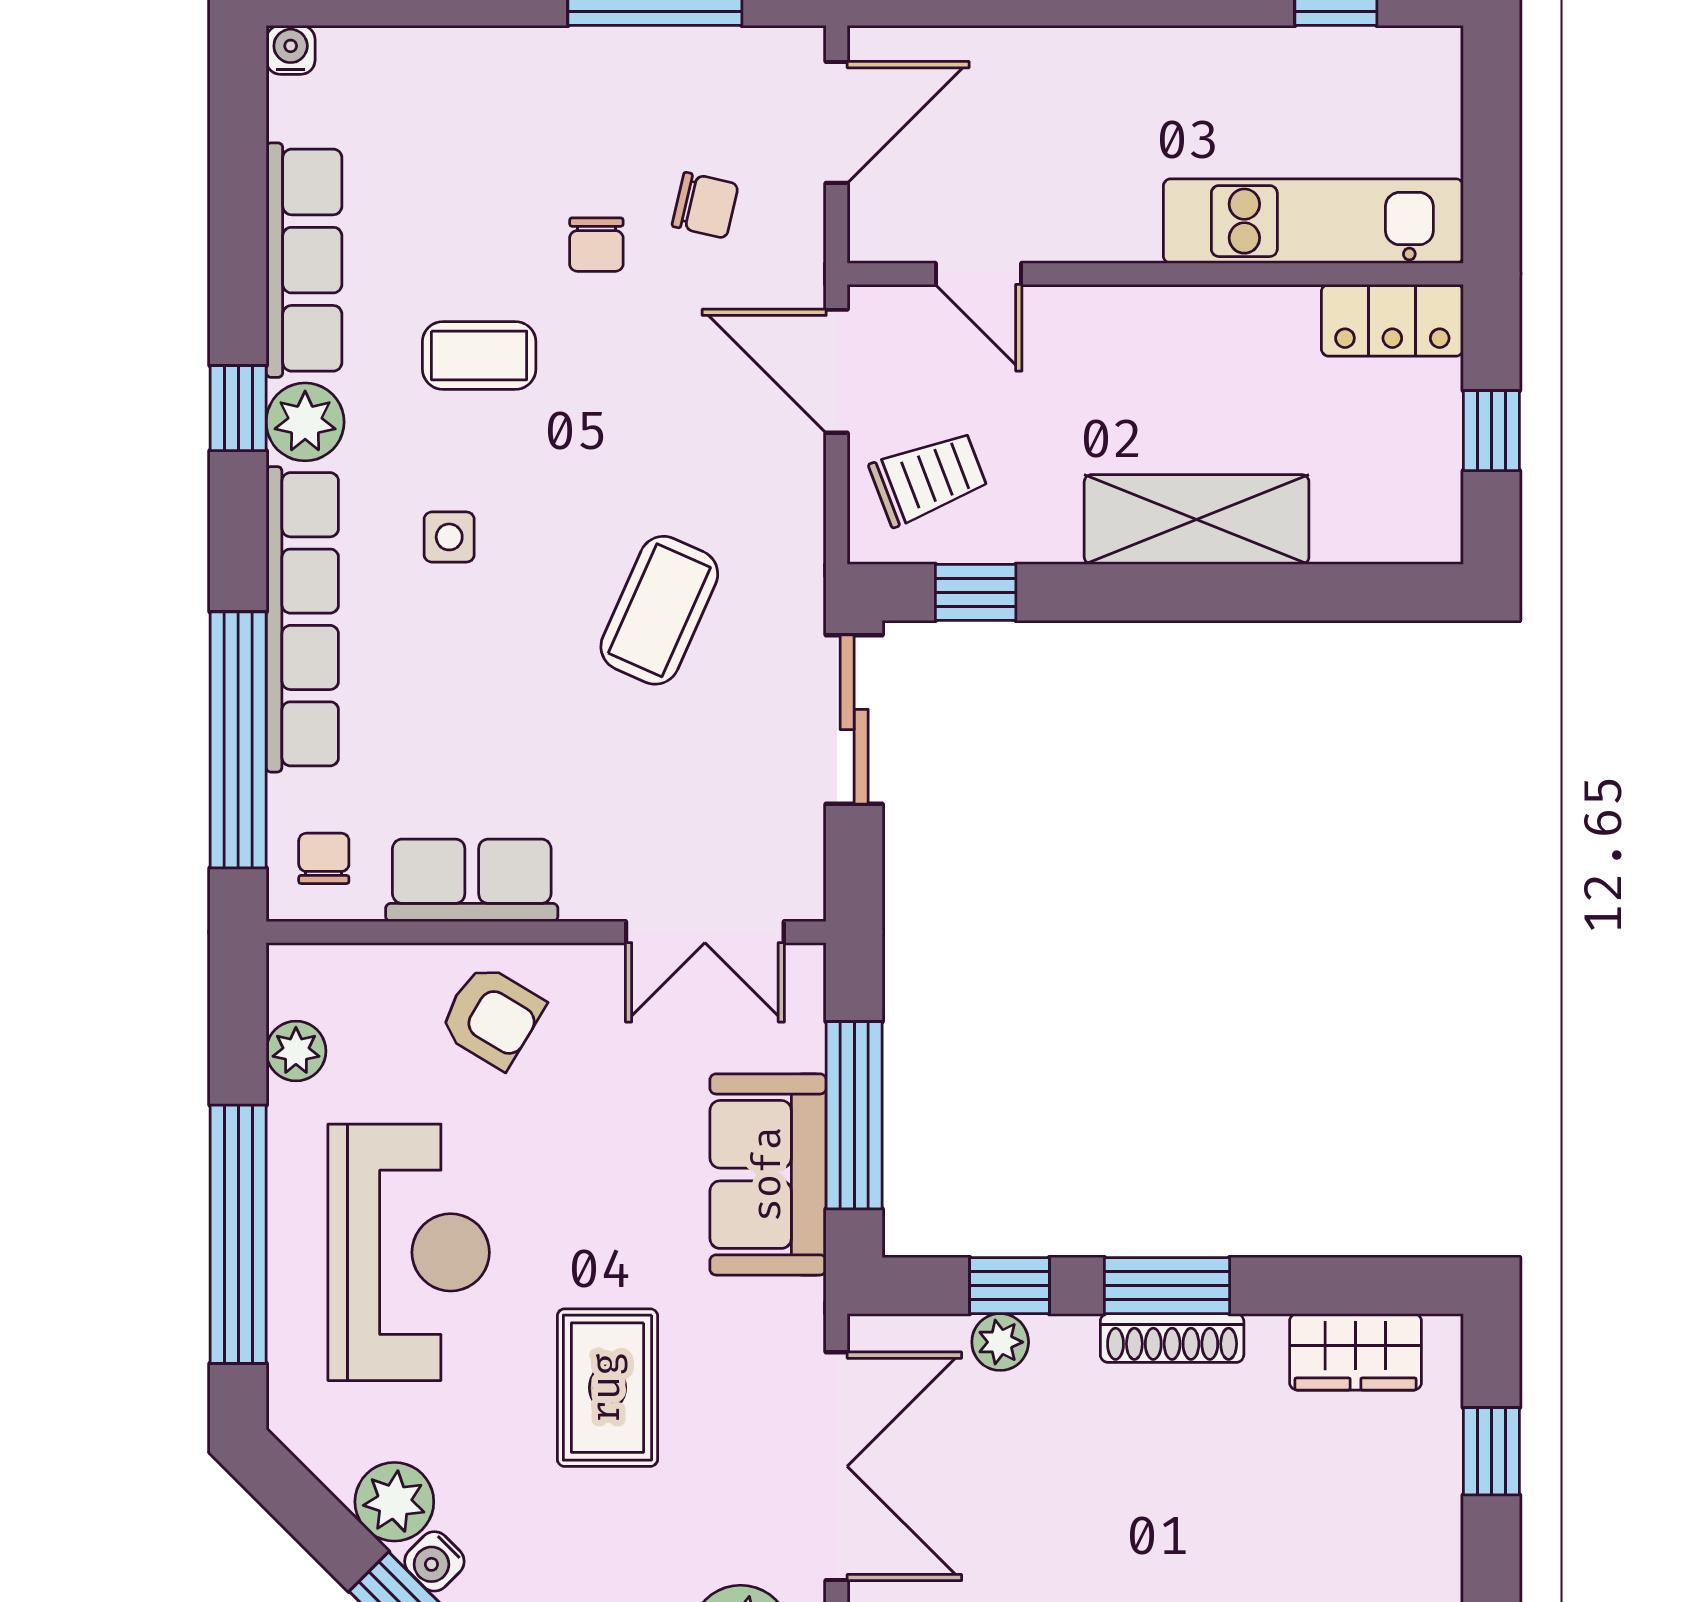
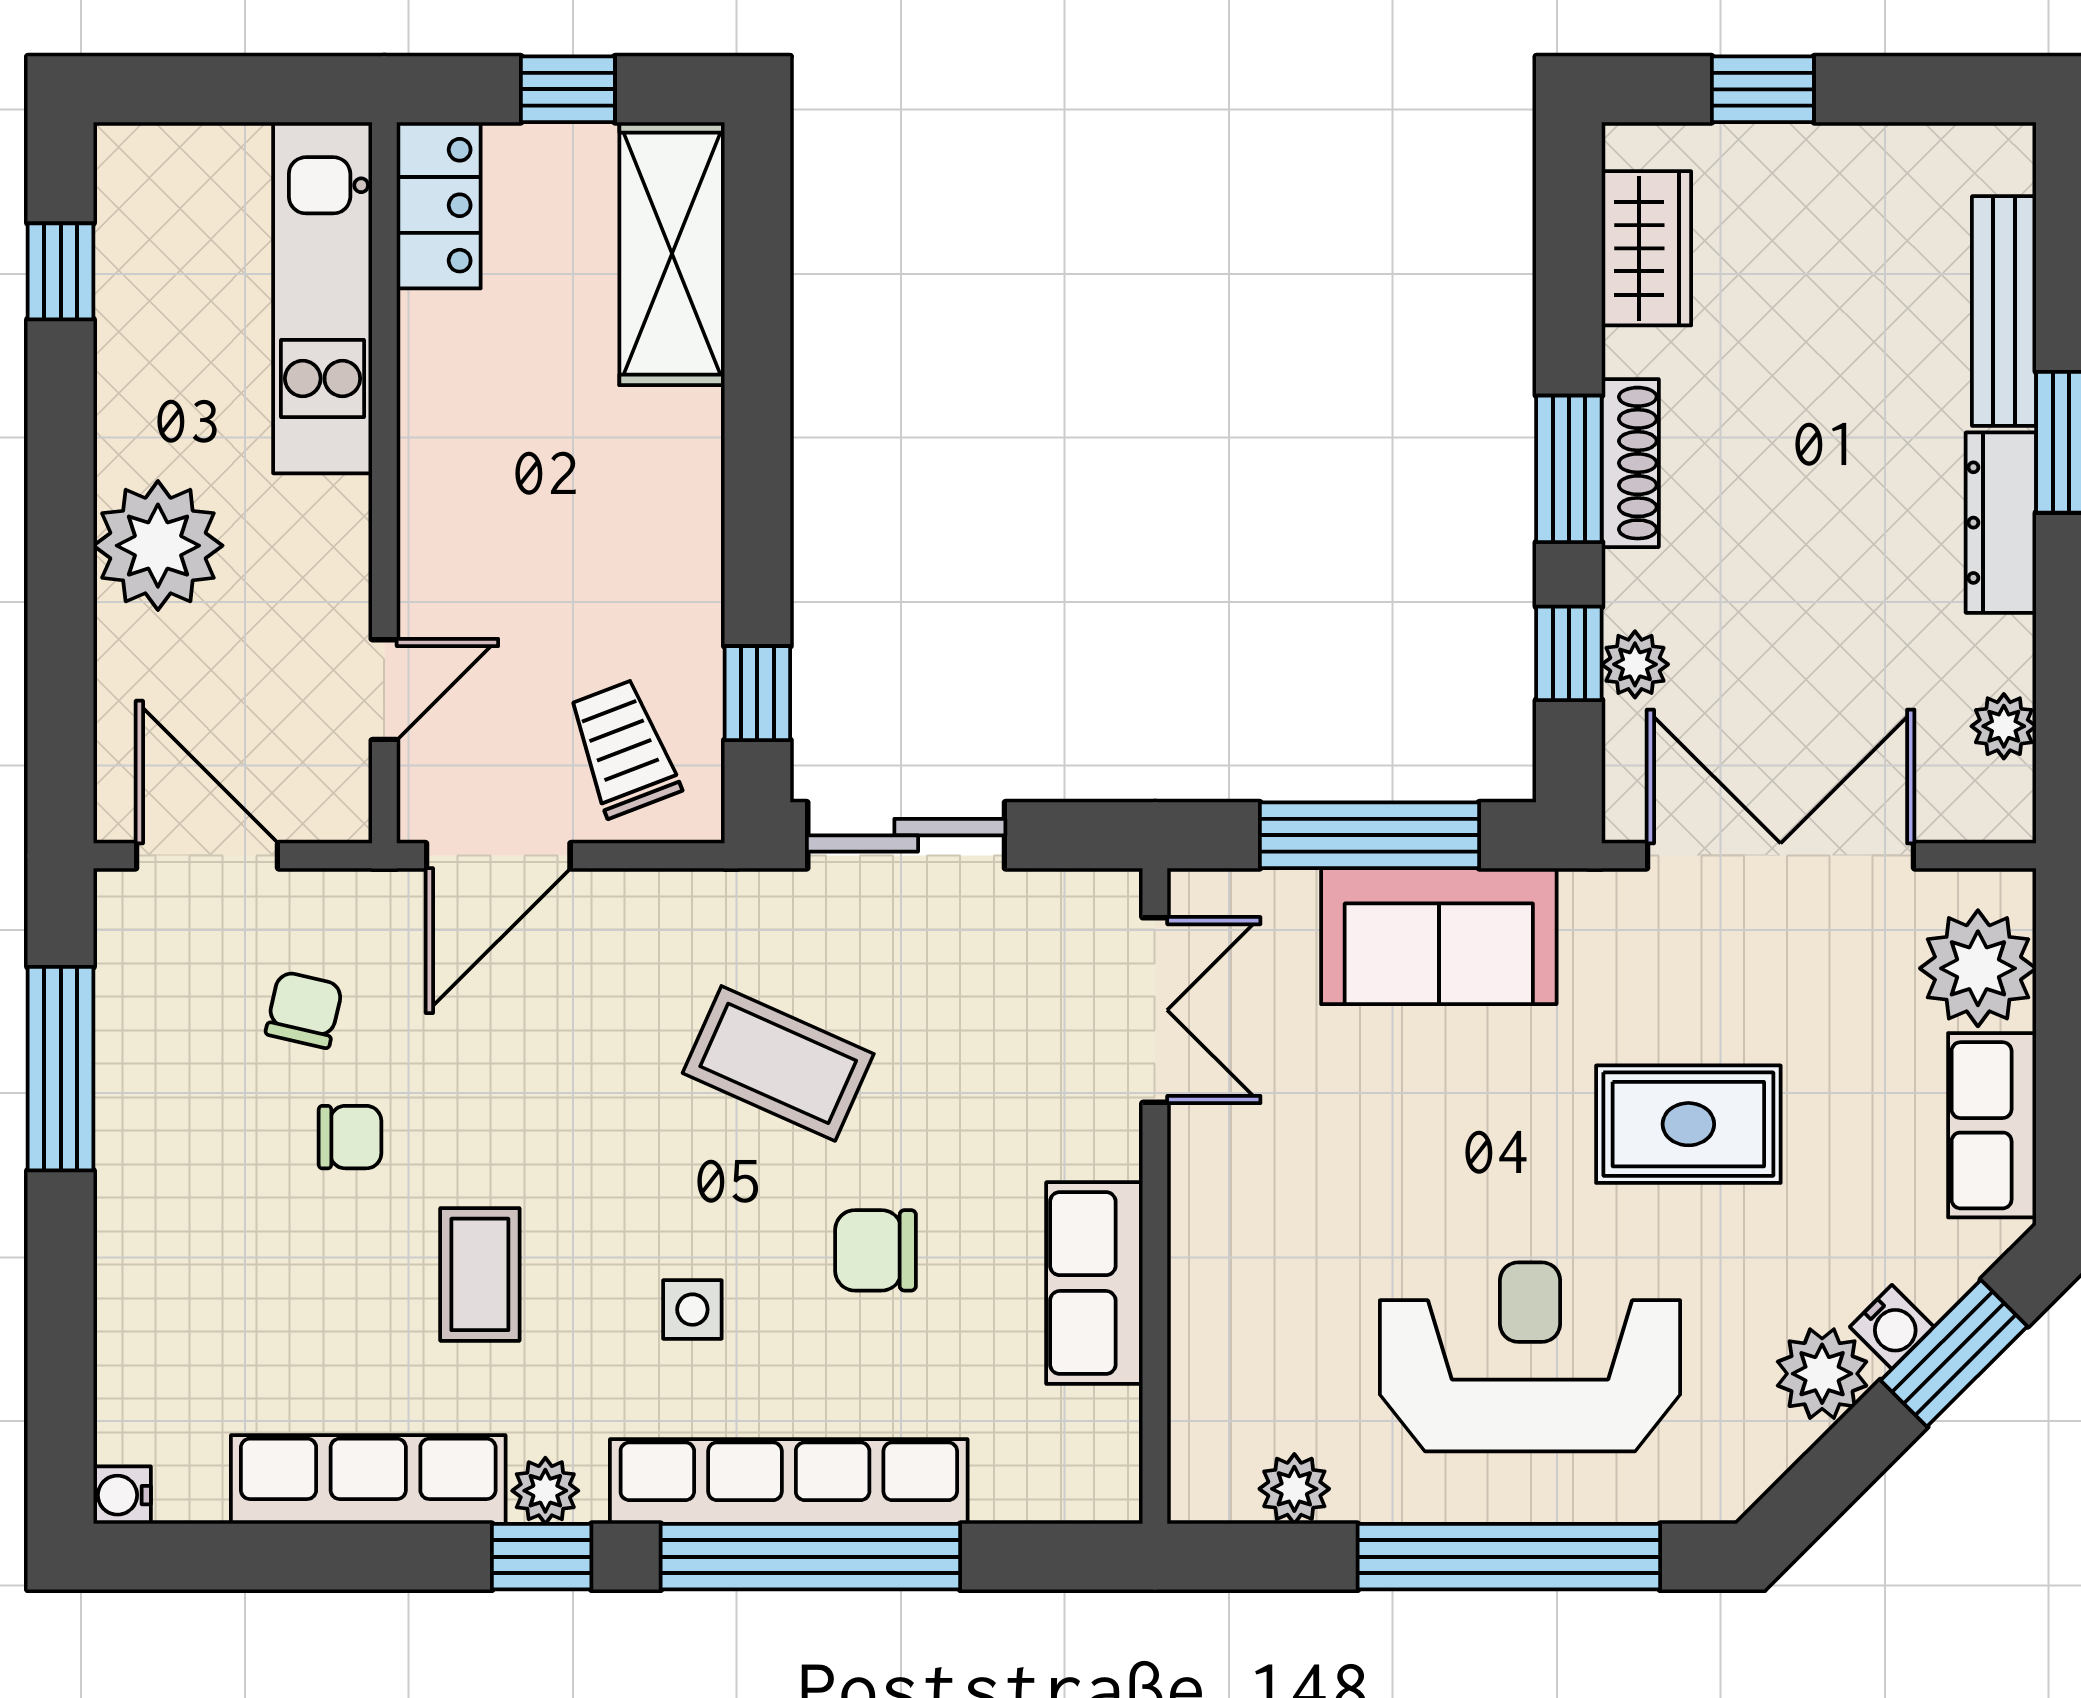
plant: (1102, 81) -> (158, 546), added
plant: (305, 422) -> (545, 1491), width x0.73, depth x0.73
shelving: (1197, 519) -> (672, 254), moved
window: (238, 740) -> (810, 1557), moved
chair: (324, 858) -> (876, 1250), moved, width x1.37, depth x1.37
armchair: (492, 1017) -> (1254, 1260), removed

